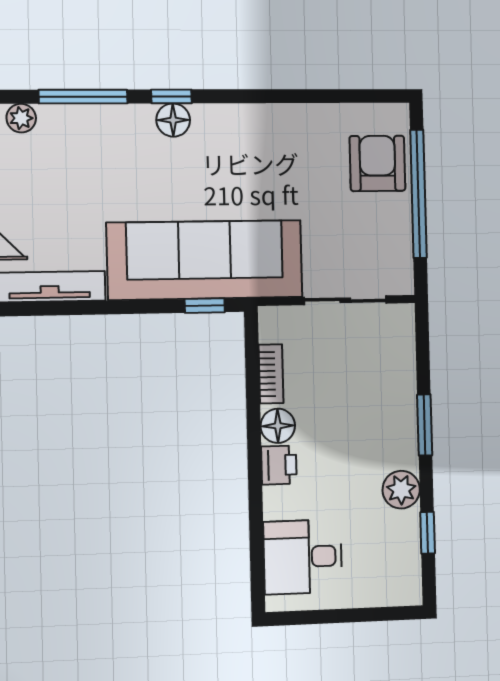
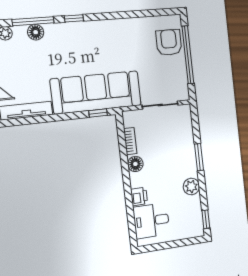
floor lamp: (173, 120) -> (36, 32), moved
printer: (279, 465) -> (139, 196), moved
window: (428, 533) -> (206, 219), moved

